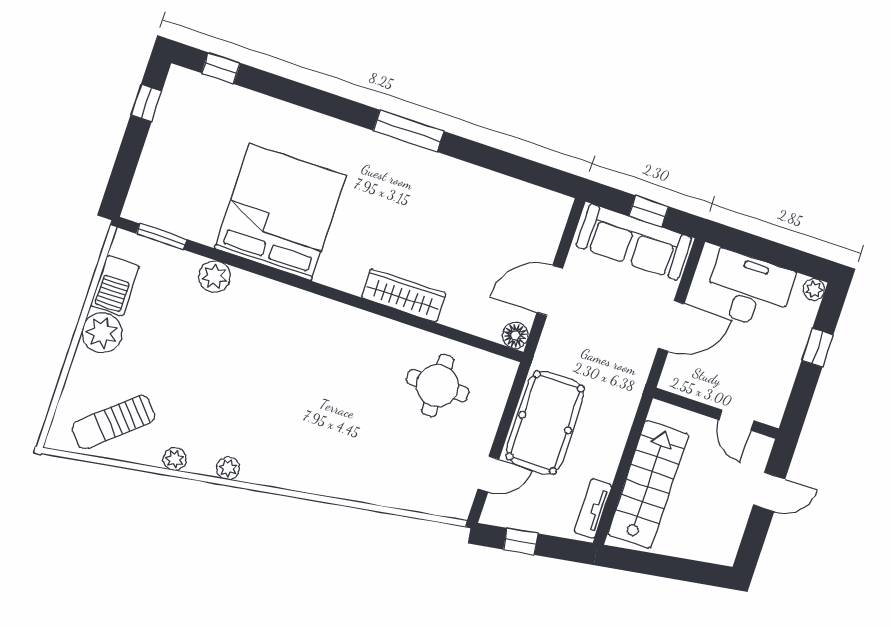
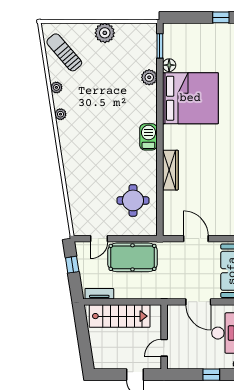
barbecue: (115, 286) -> (148, 137), moved, turned 90
floor lamp: (515, 335) -> (169, 65), moved
door: (488, 474) -> (99, 239), hinge flipped

